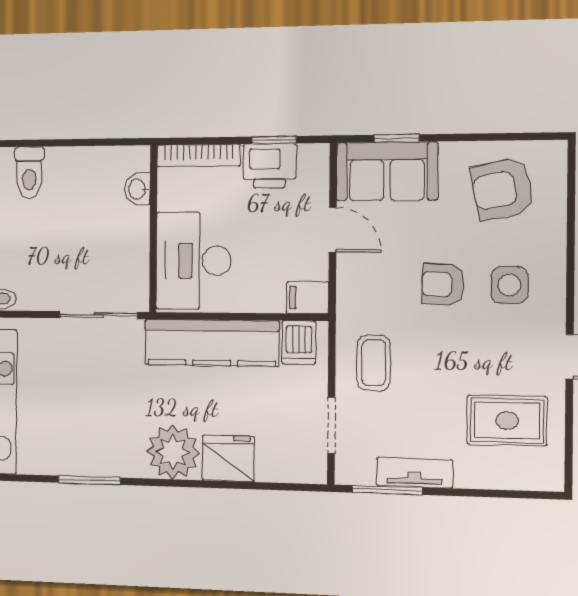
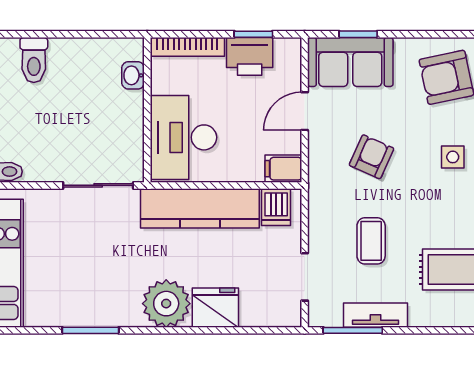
door: (333, 230) -> (305, 111), swing flipped
armchair: (443, 284) -> (371, 157), moved, turned 111
side table: (509, 285) -> (453, 157), width x0.73, depth x0.73
coffee table: (374, 363) -> (371, 241), moved

